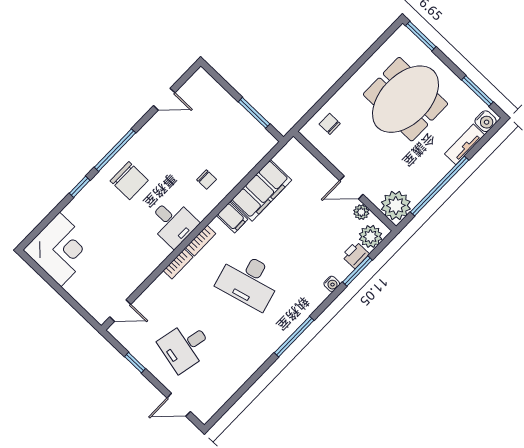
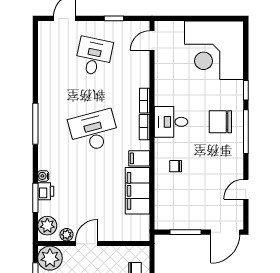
door: (219, 79) -> (225, 232), added
corner desk: (60, 249) -> (214, 50), width x1.36, depth x1.36
printer: (355, 255) -> (46, 191), moved

